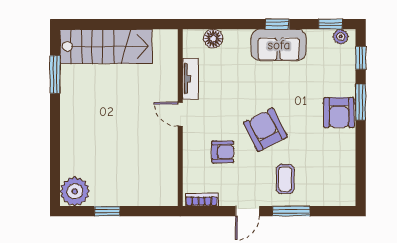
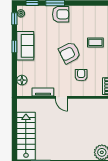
door: (180, 114) -> (61, 97), hinge flipped

